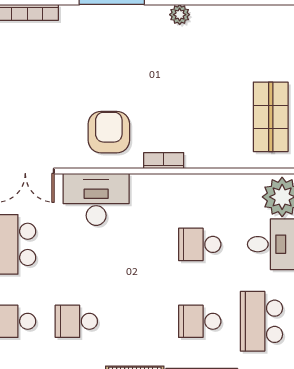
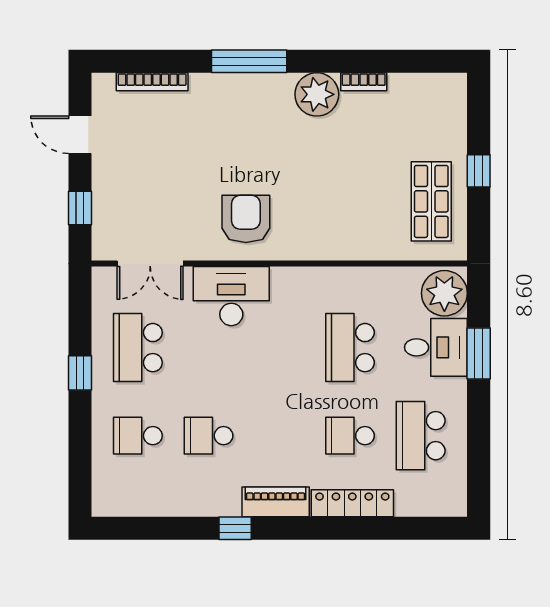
plant: (180, 15) -> (317, 94), width x1.88, depth x1.88
bookcase: (164, 161) -> (364, 82), moved, turned 180
school desk: (200, 244) -> (350, 348), width x1.85

